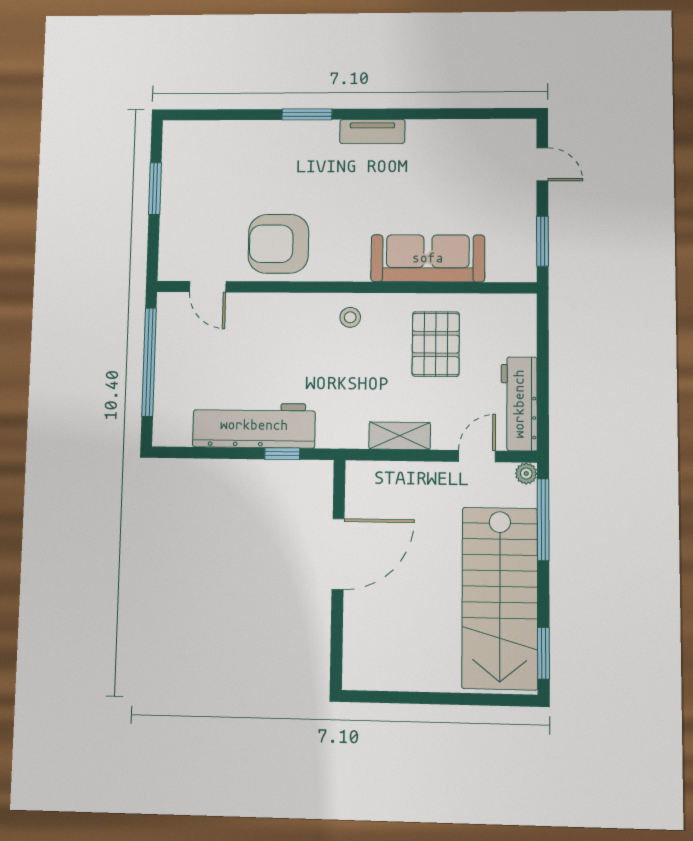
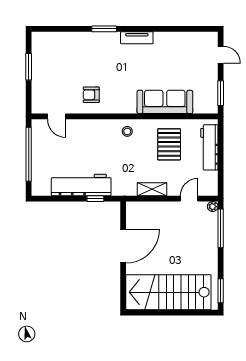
armchair: (278, 244) -> (91, 95), width x0.53, depth x0.53
workbench: (519, 404) -> (209, 147), moved
stairs: (500, 598) -> (168, 292), moved, turned 90

